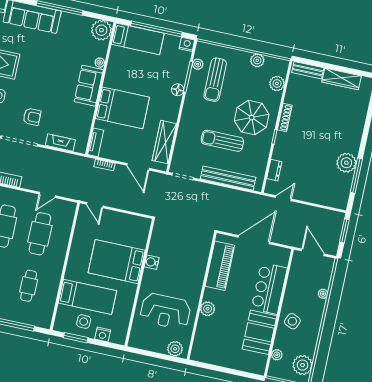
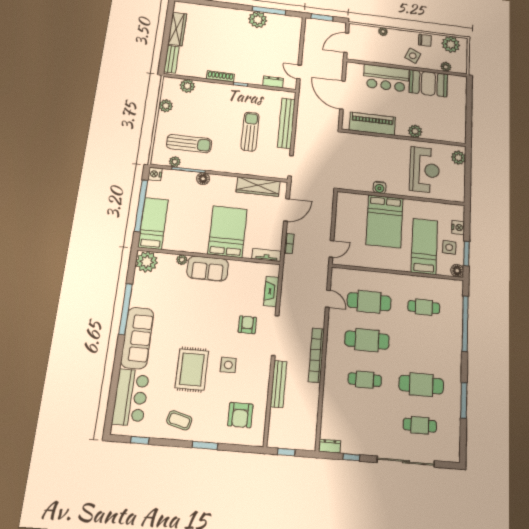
parasol: (252, 118) -> (224, 106), removed
sun lounger: (222, 141) -> (250, 132), turned 180
floor lamp: (60, 325) -> (457, 271), added
chair: (309, 338) -> (425, 40), added

